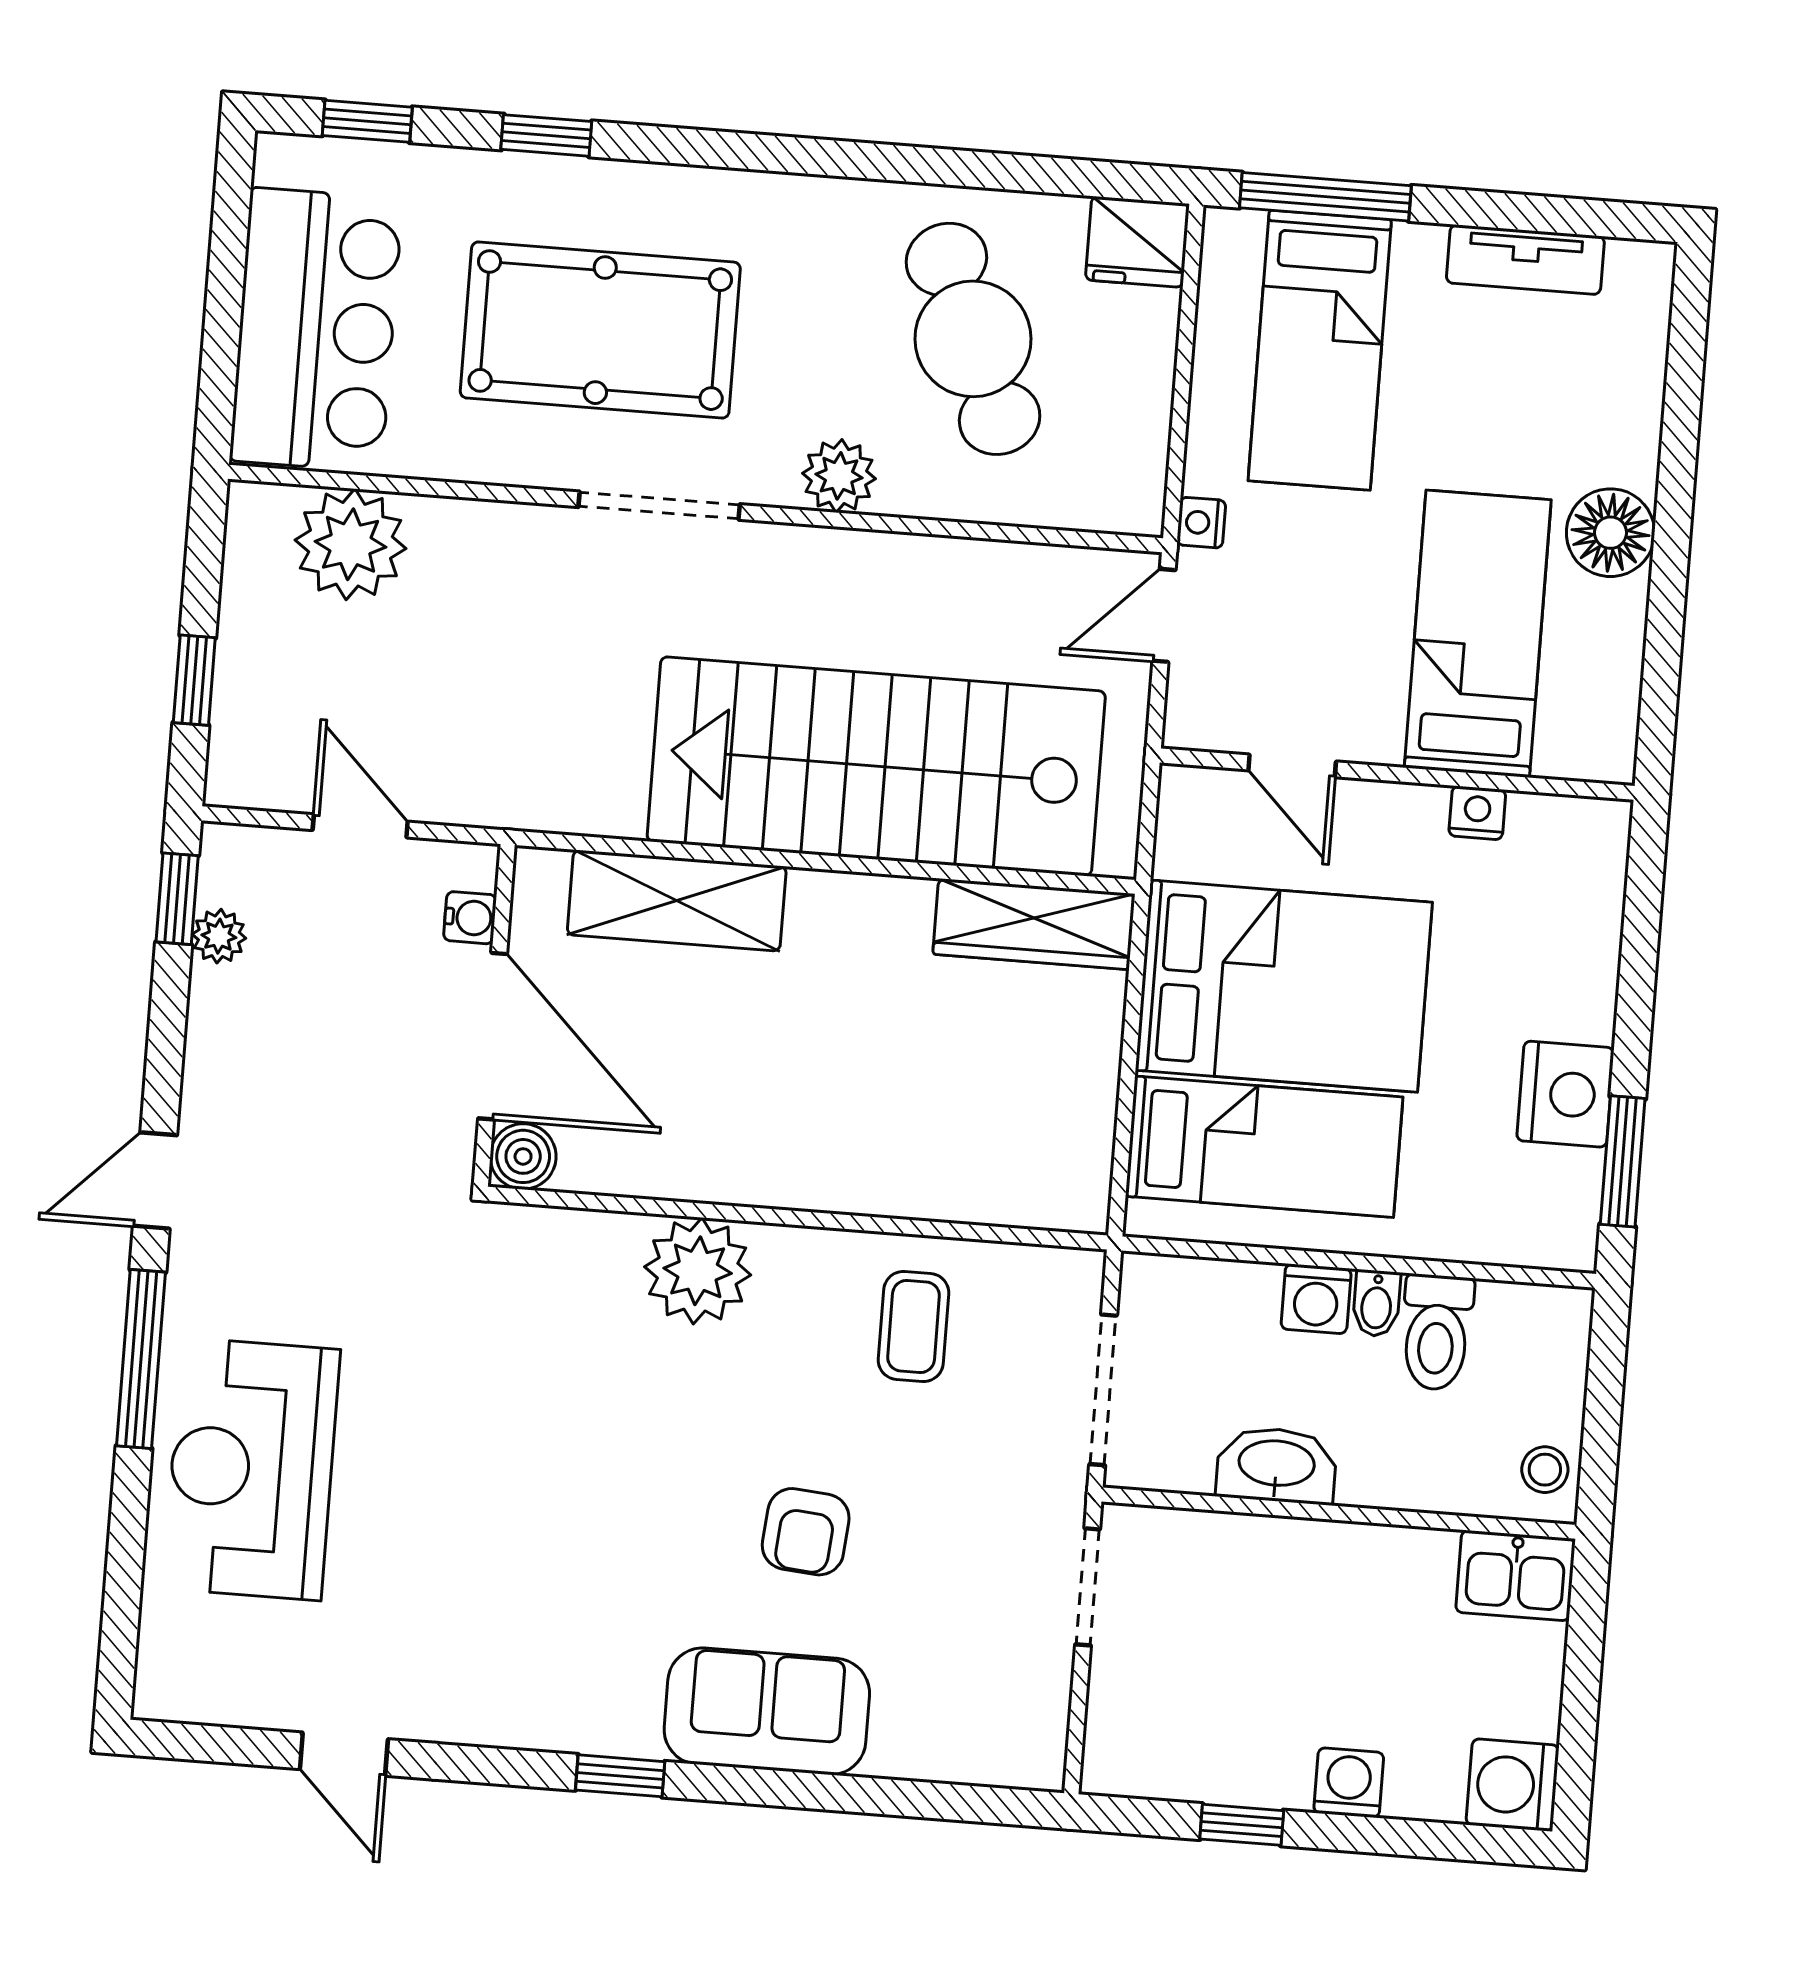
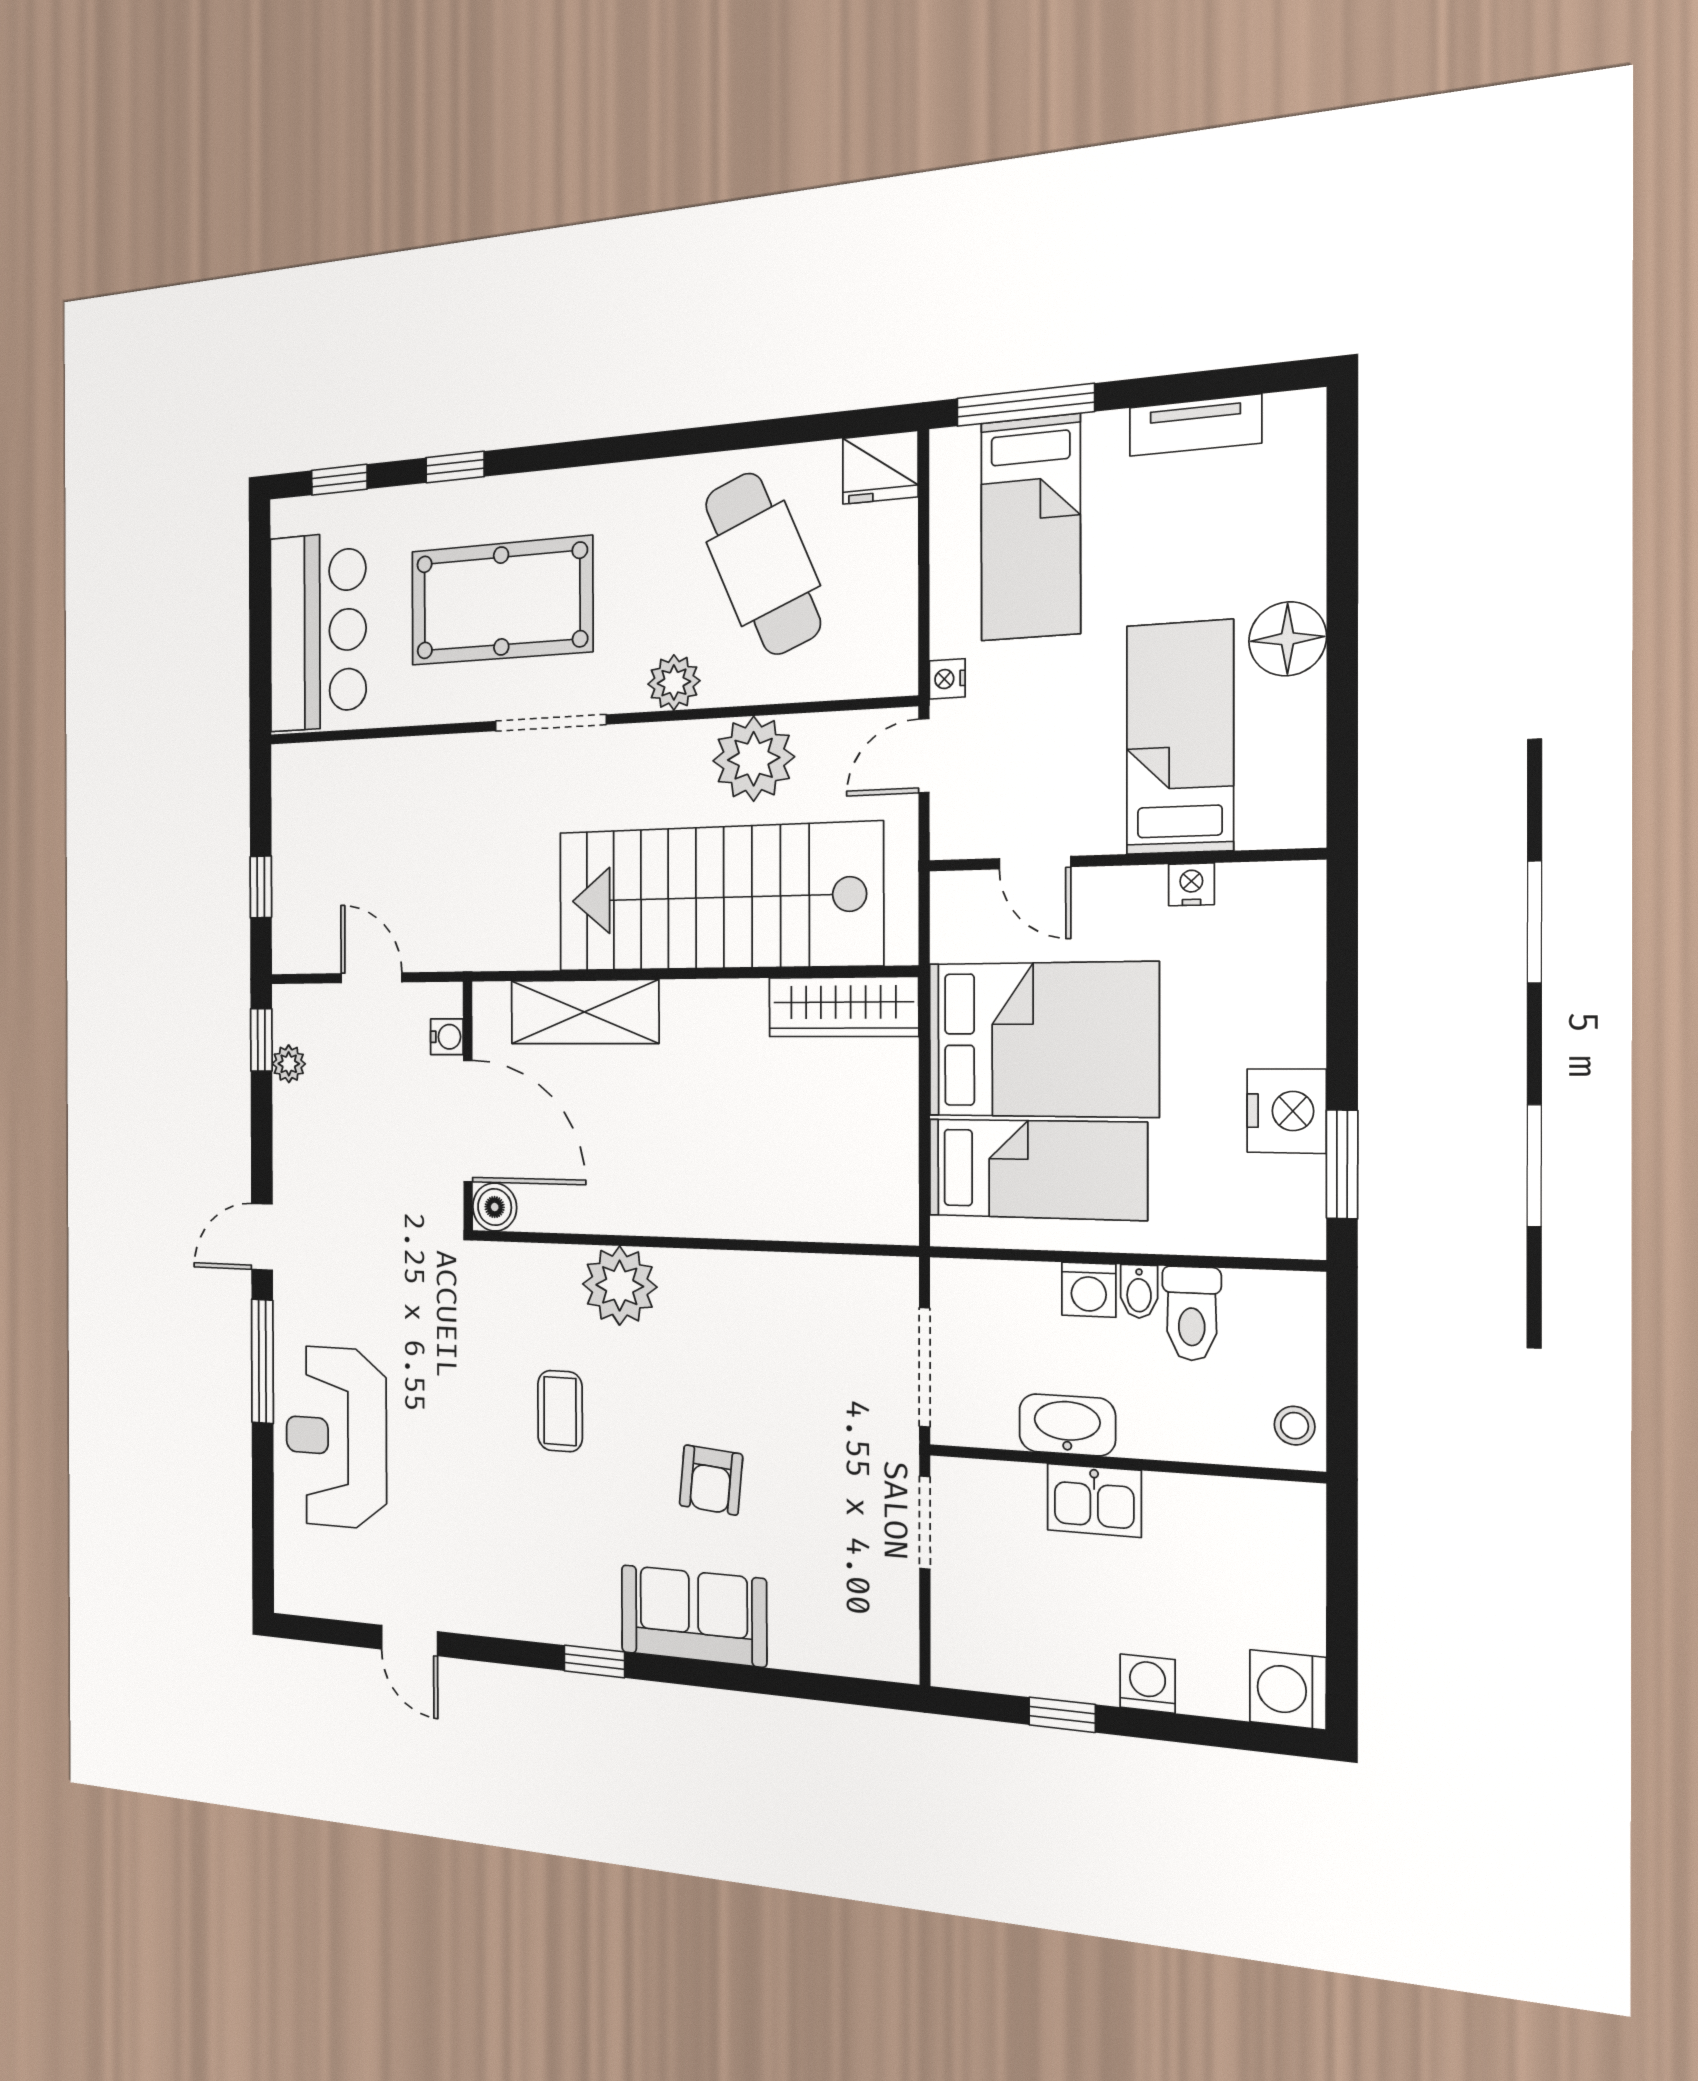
plant: (350, 544) -> (754, 759), moved
coffee table: (914, 1326) -> (560, 1411), moved
kitchen sink: (1515, 1576) -> (1094, 1500), moved

